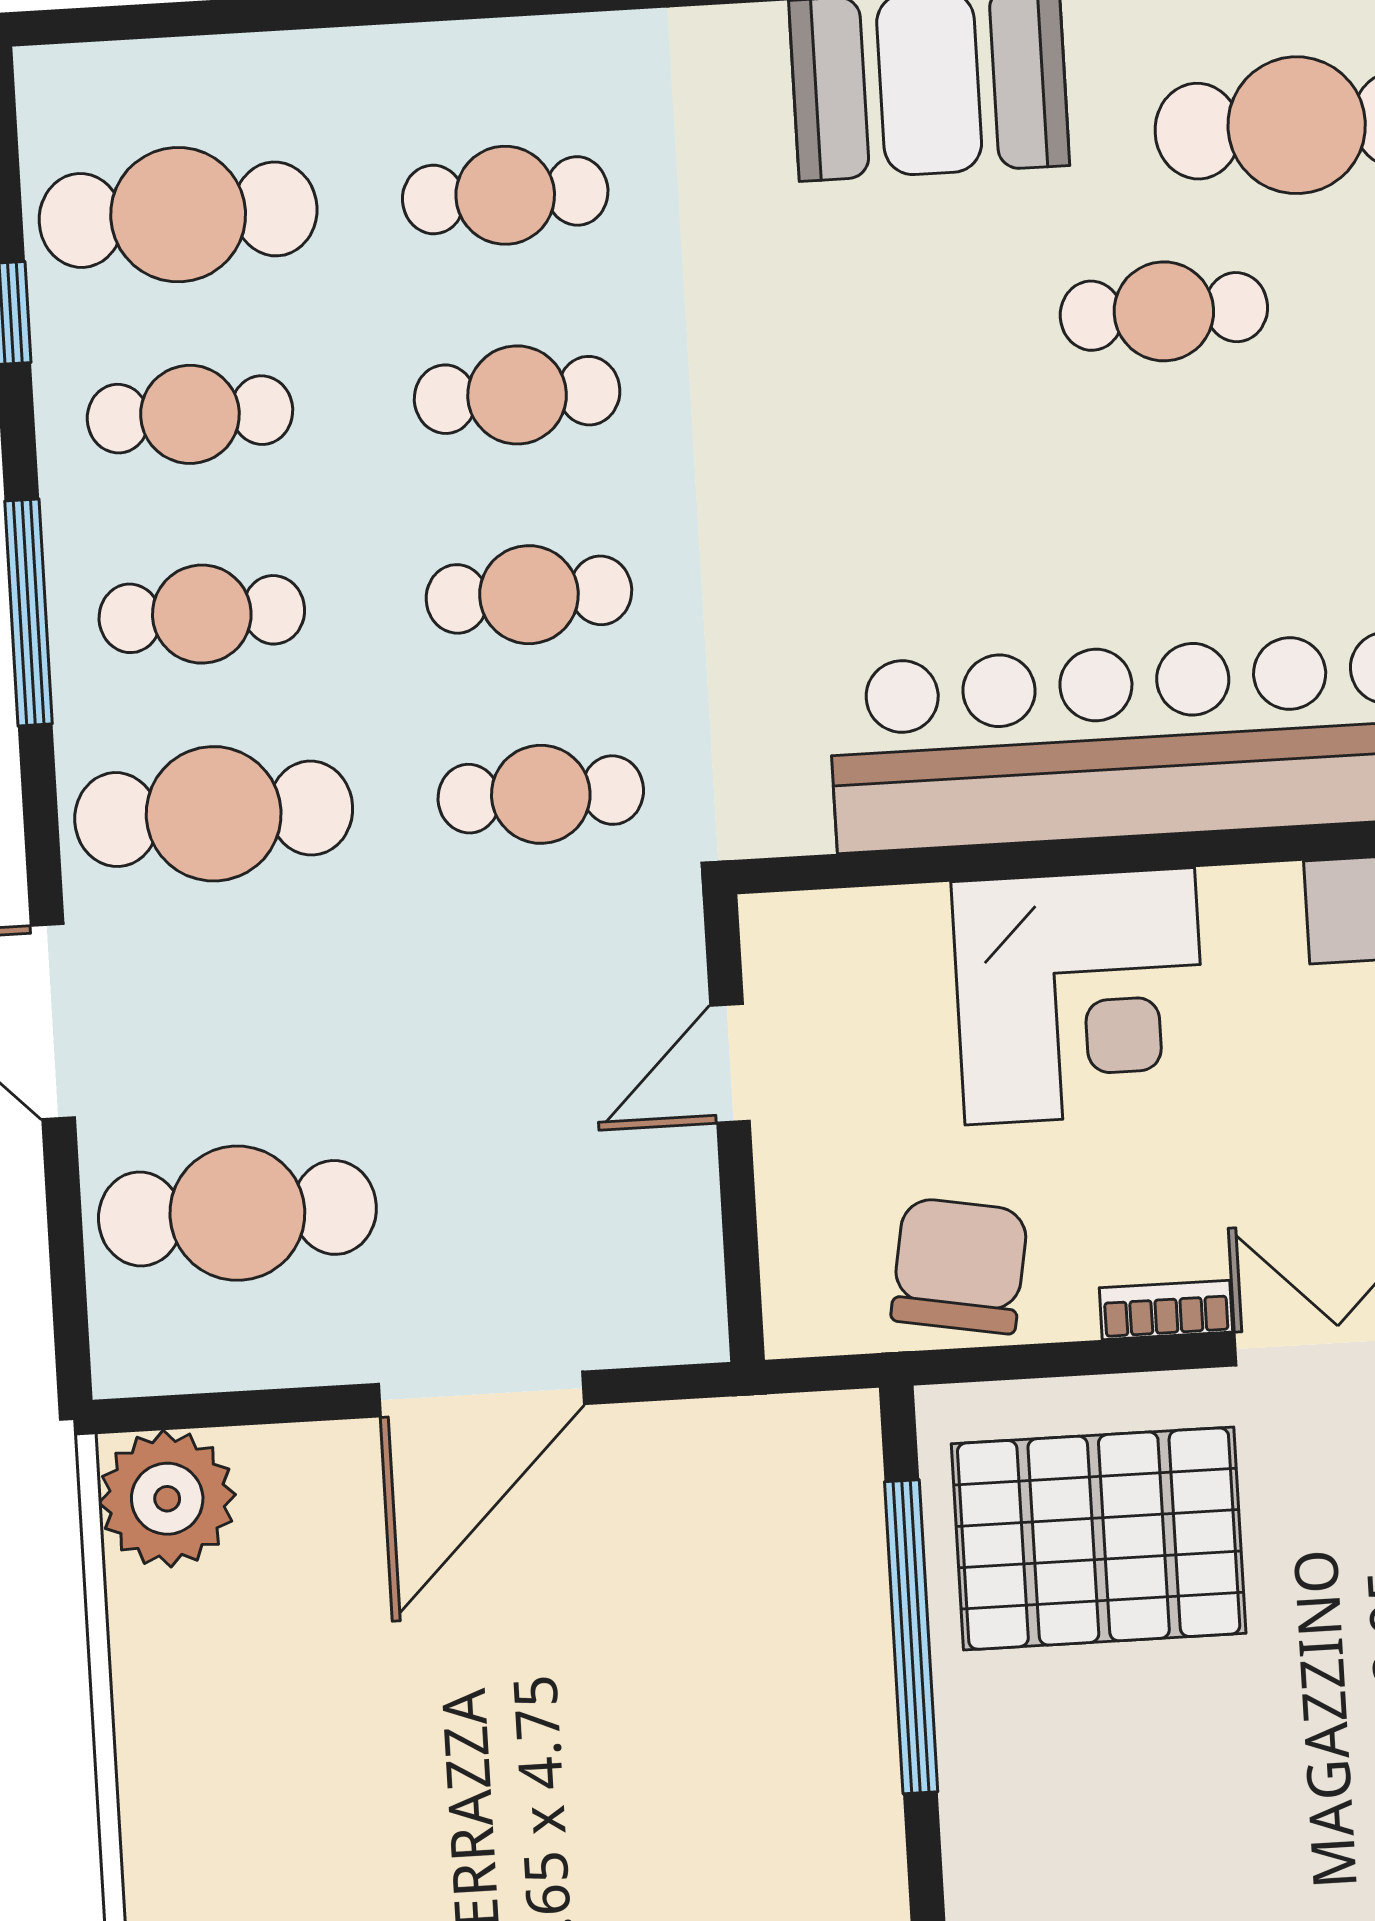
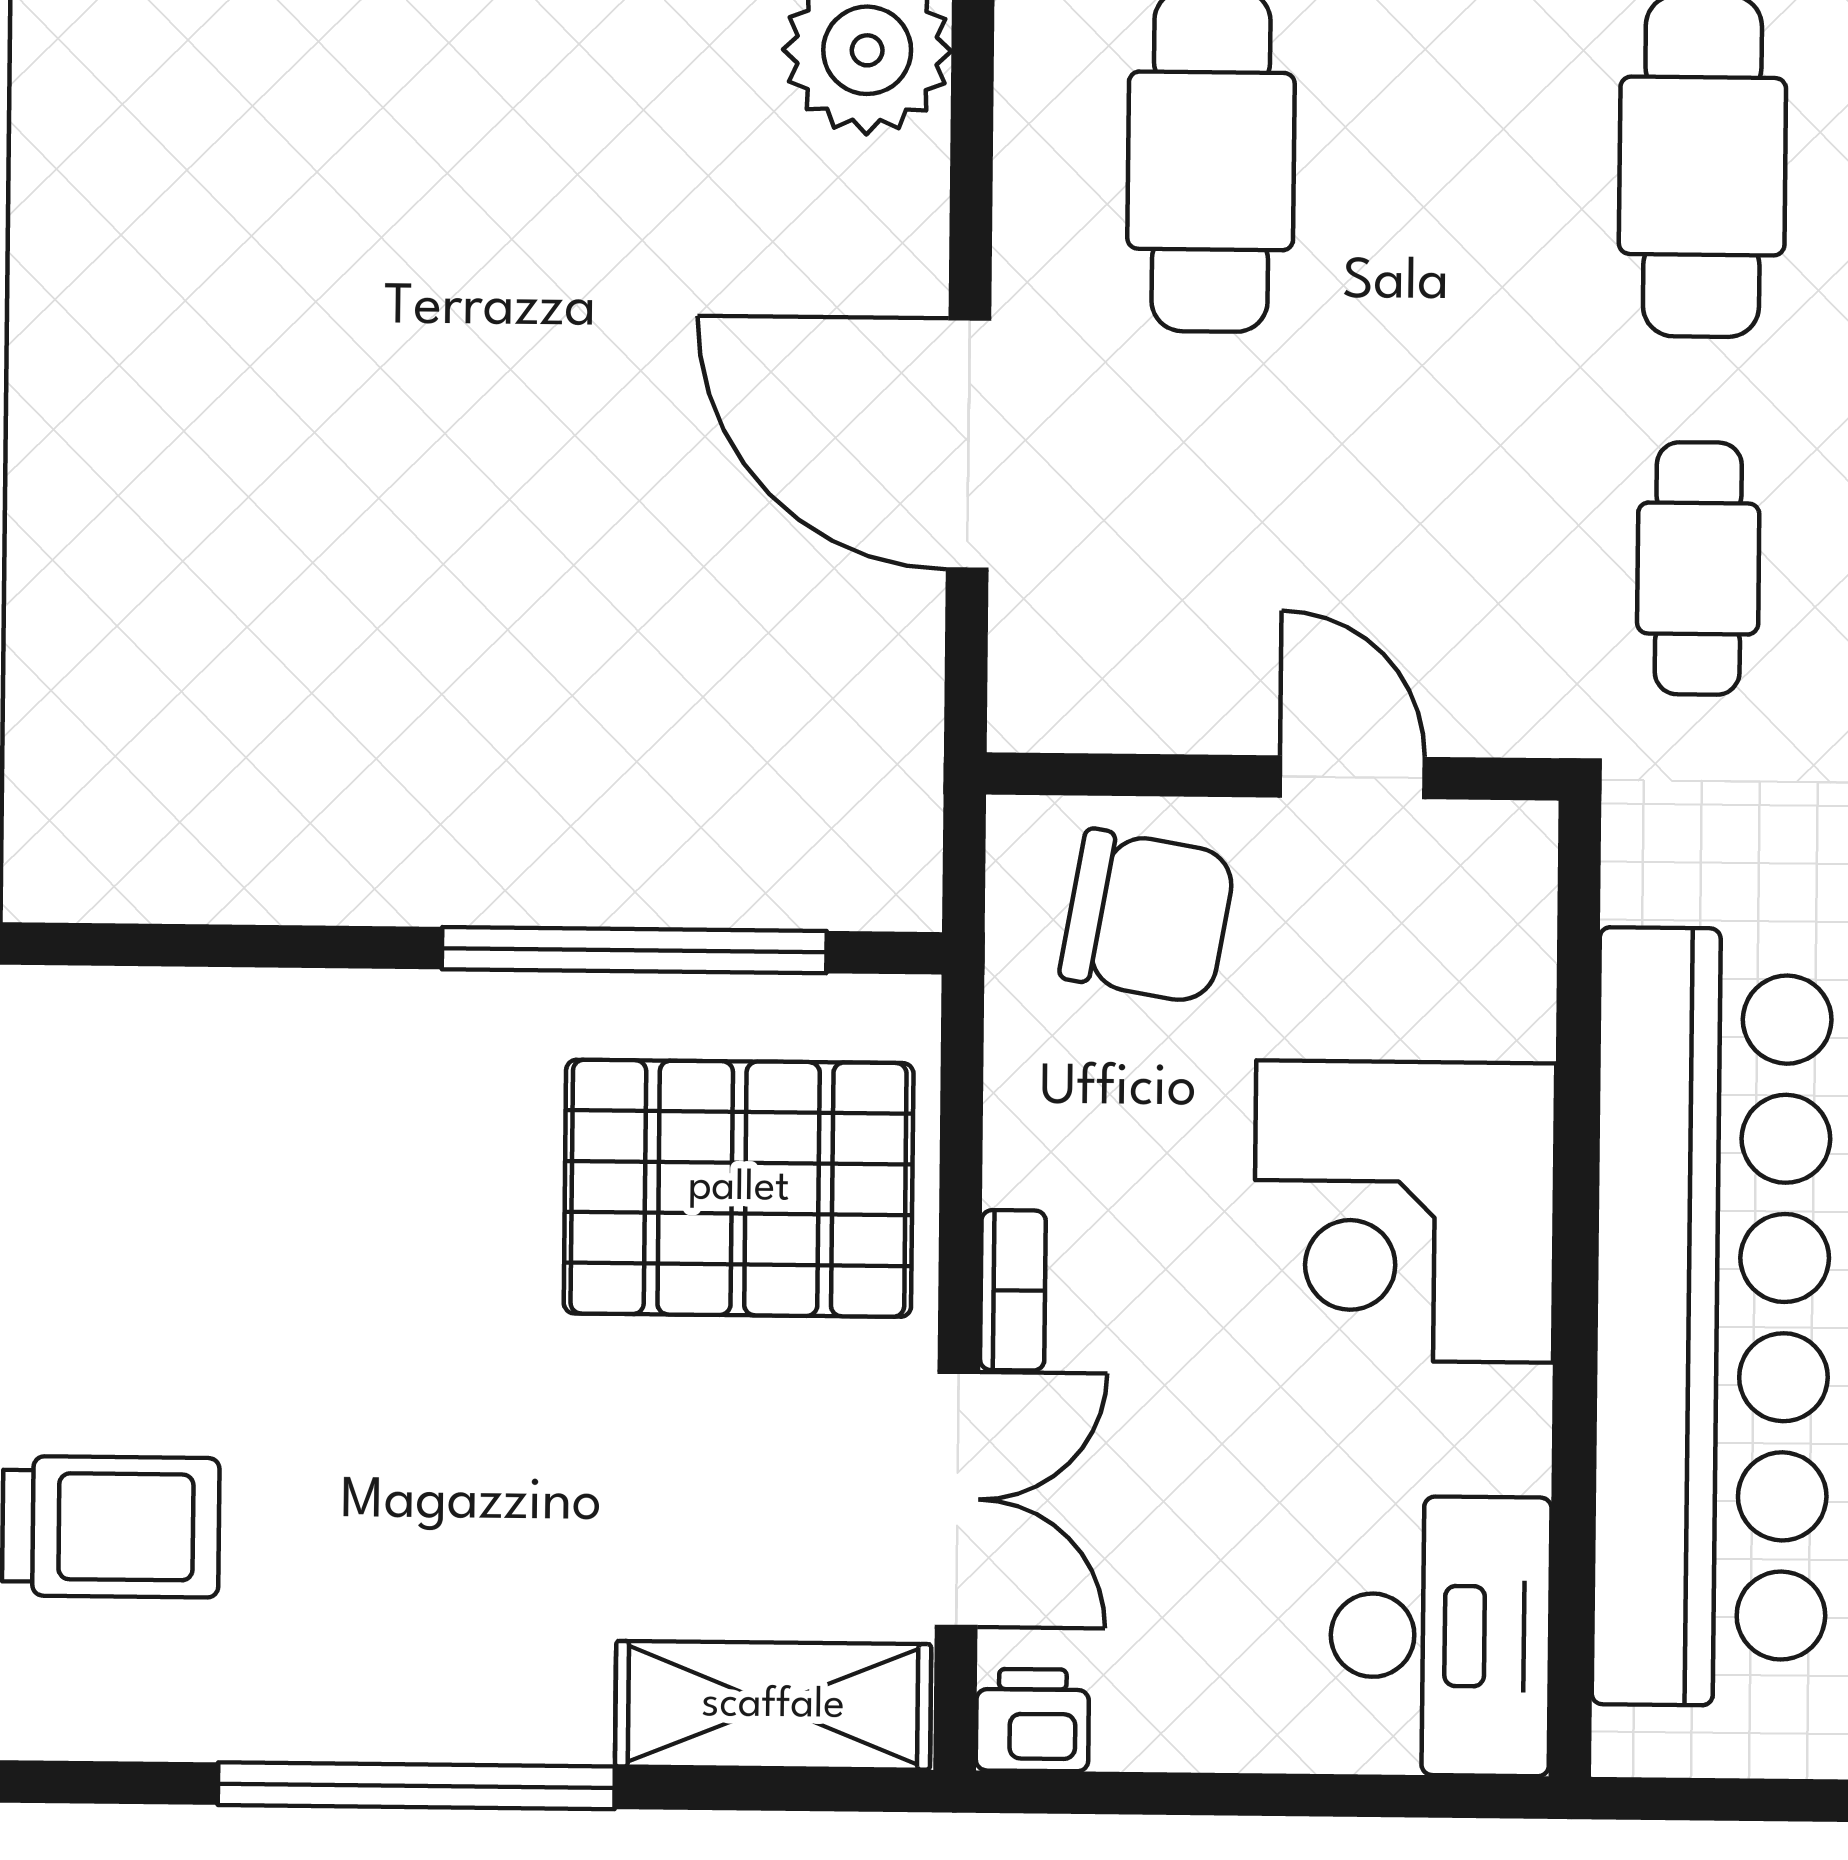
chair: (960, 1266) -> (1148, 917), moved
pallet: (1099, 1539) -> (739, 1188), turned 90

